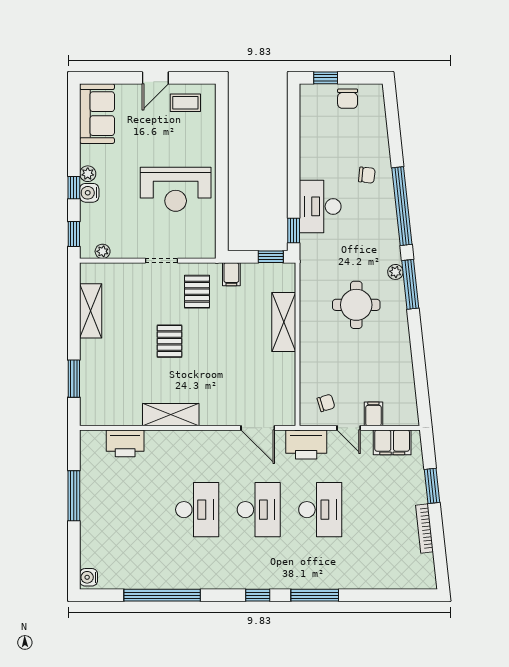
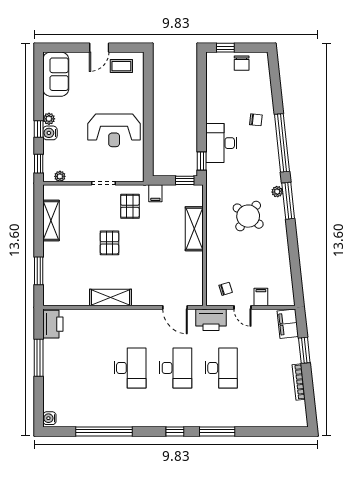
round table: (356, 305) -> (248, 216), turned 37
filing cabinet: (392, 442) -> (288, 324), moved, turned 84
printer: (125, 443) -> (53, 324), moved, turned -90

